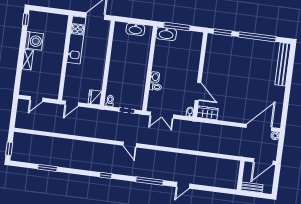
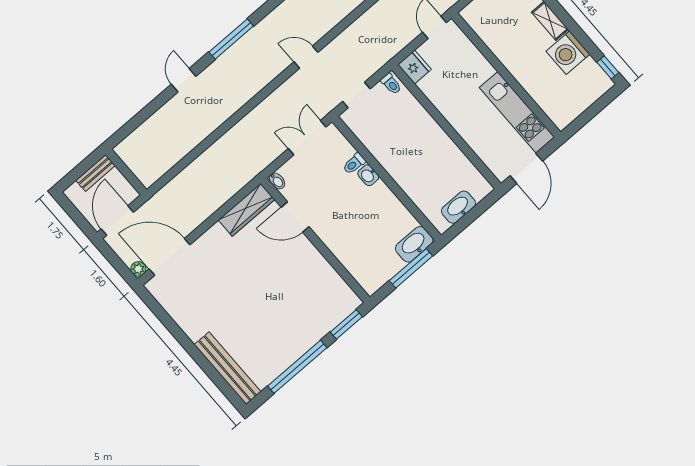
wardrobe: (207, 113) -> (246, 210), width x1.50
door: (259, 128) -> (170, 257), swing flipped

